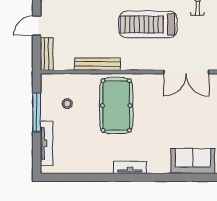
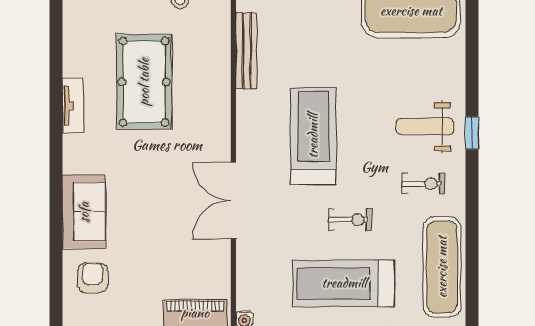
pool table: (116, 106) -> (144, 82), moved, turned 90

